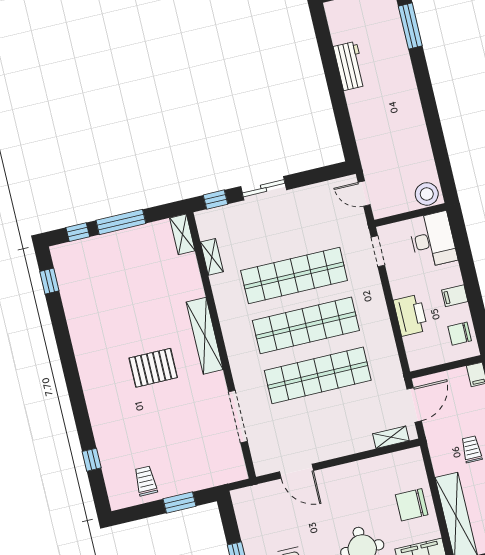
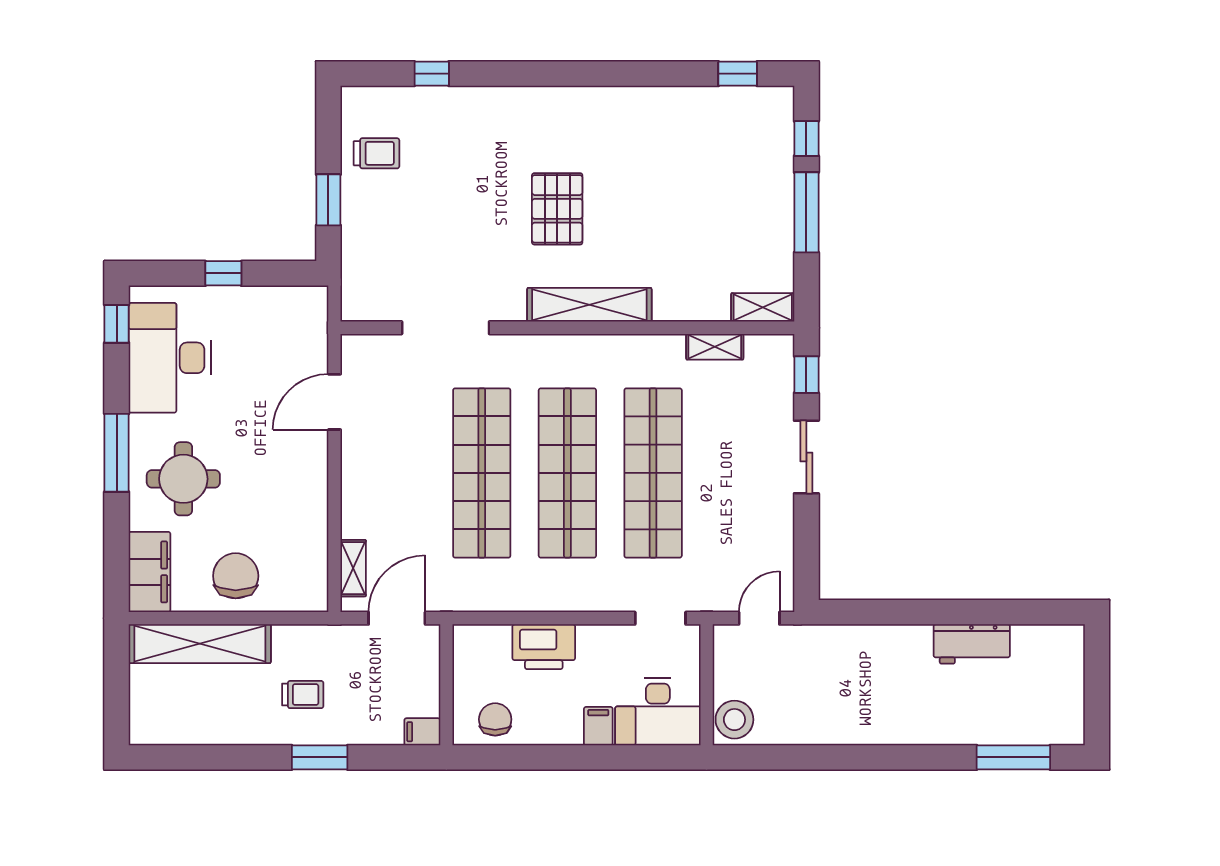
filing cabinet: (455, 296) -> (598, 726), moved
door: (414, 405) -> (397, 618), swing flipped

